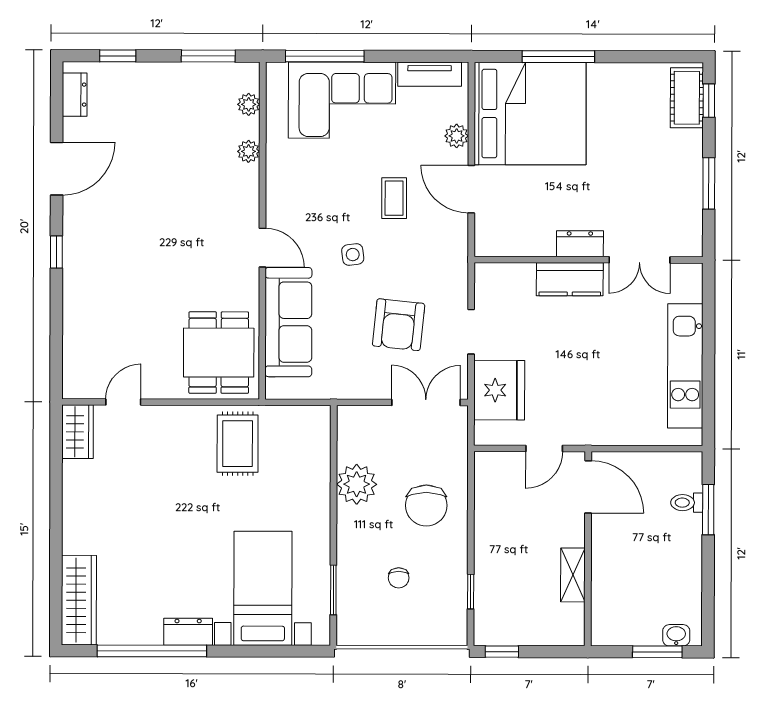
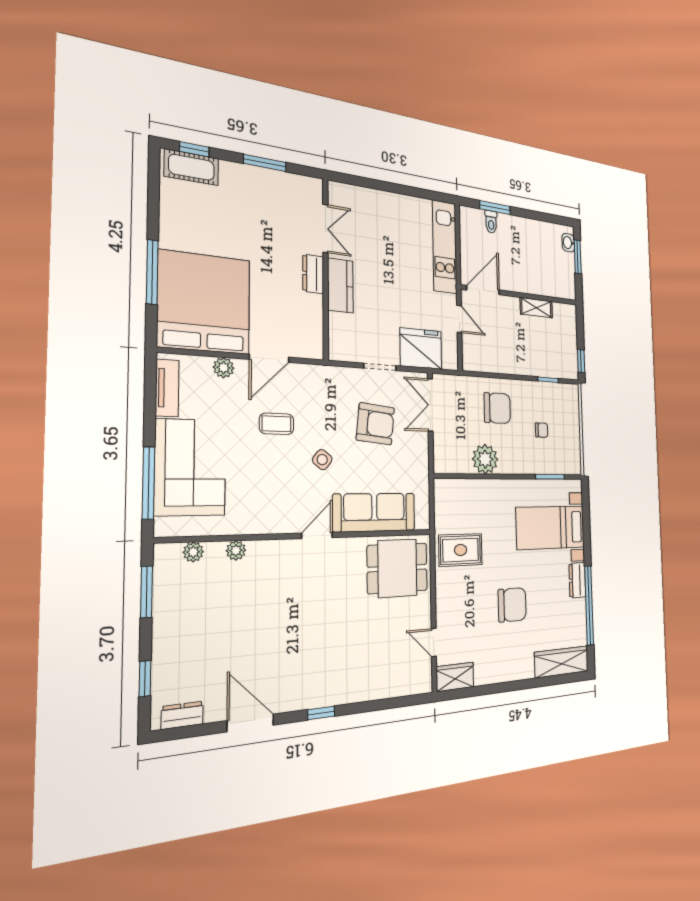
side table: (353, 255) -> (322, 460), turned 45
kitchen unit: (685, 366) -> (445, 247), moved, turned 90
chair: (162, 522) -> (512, 605), added

